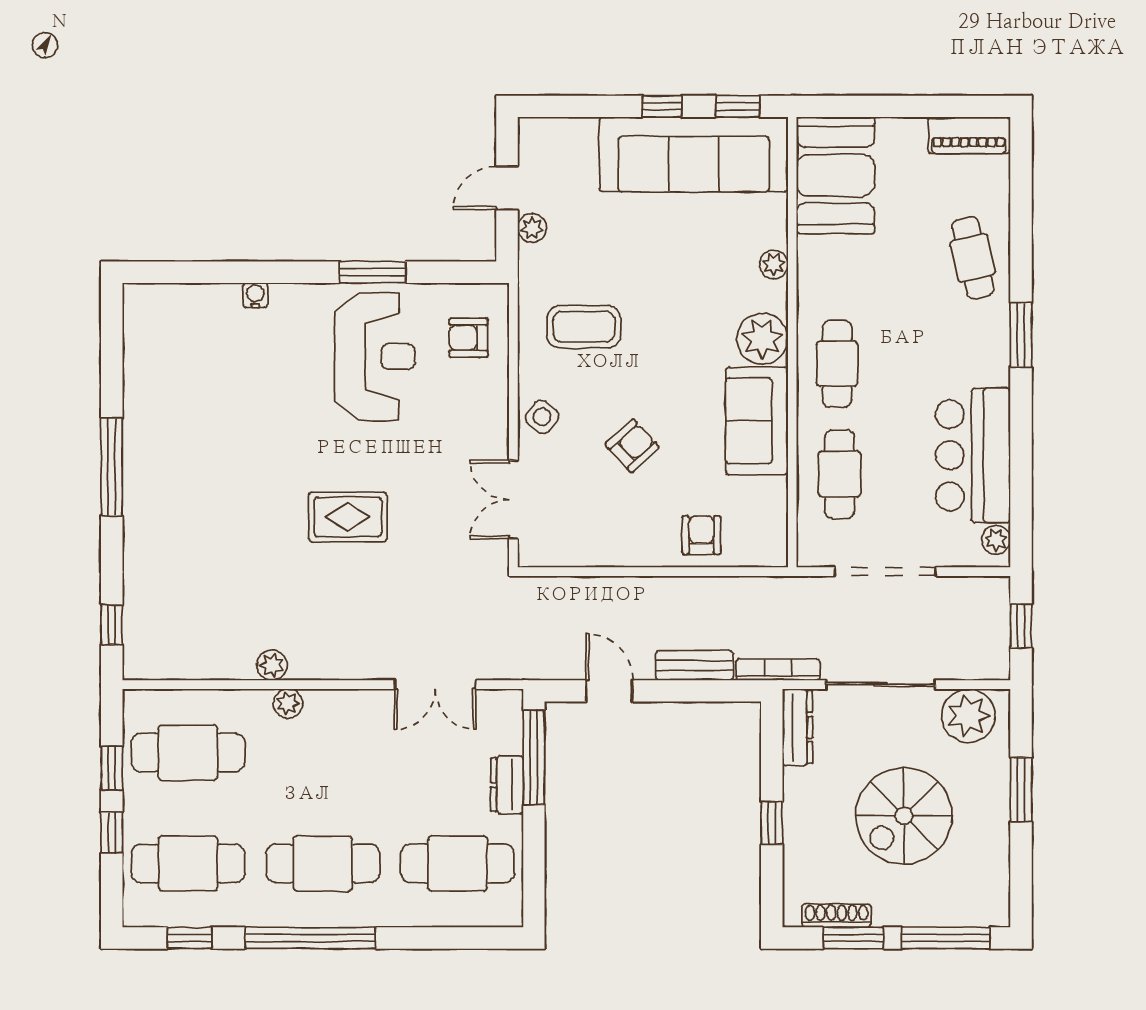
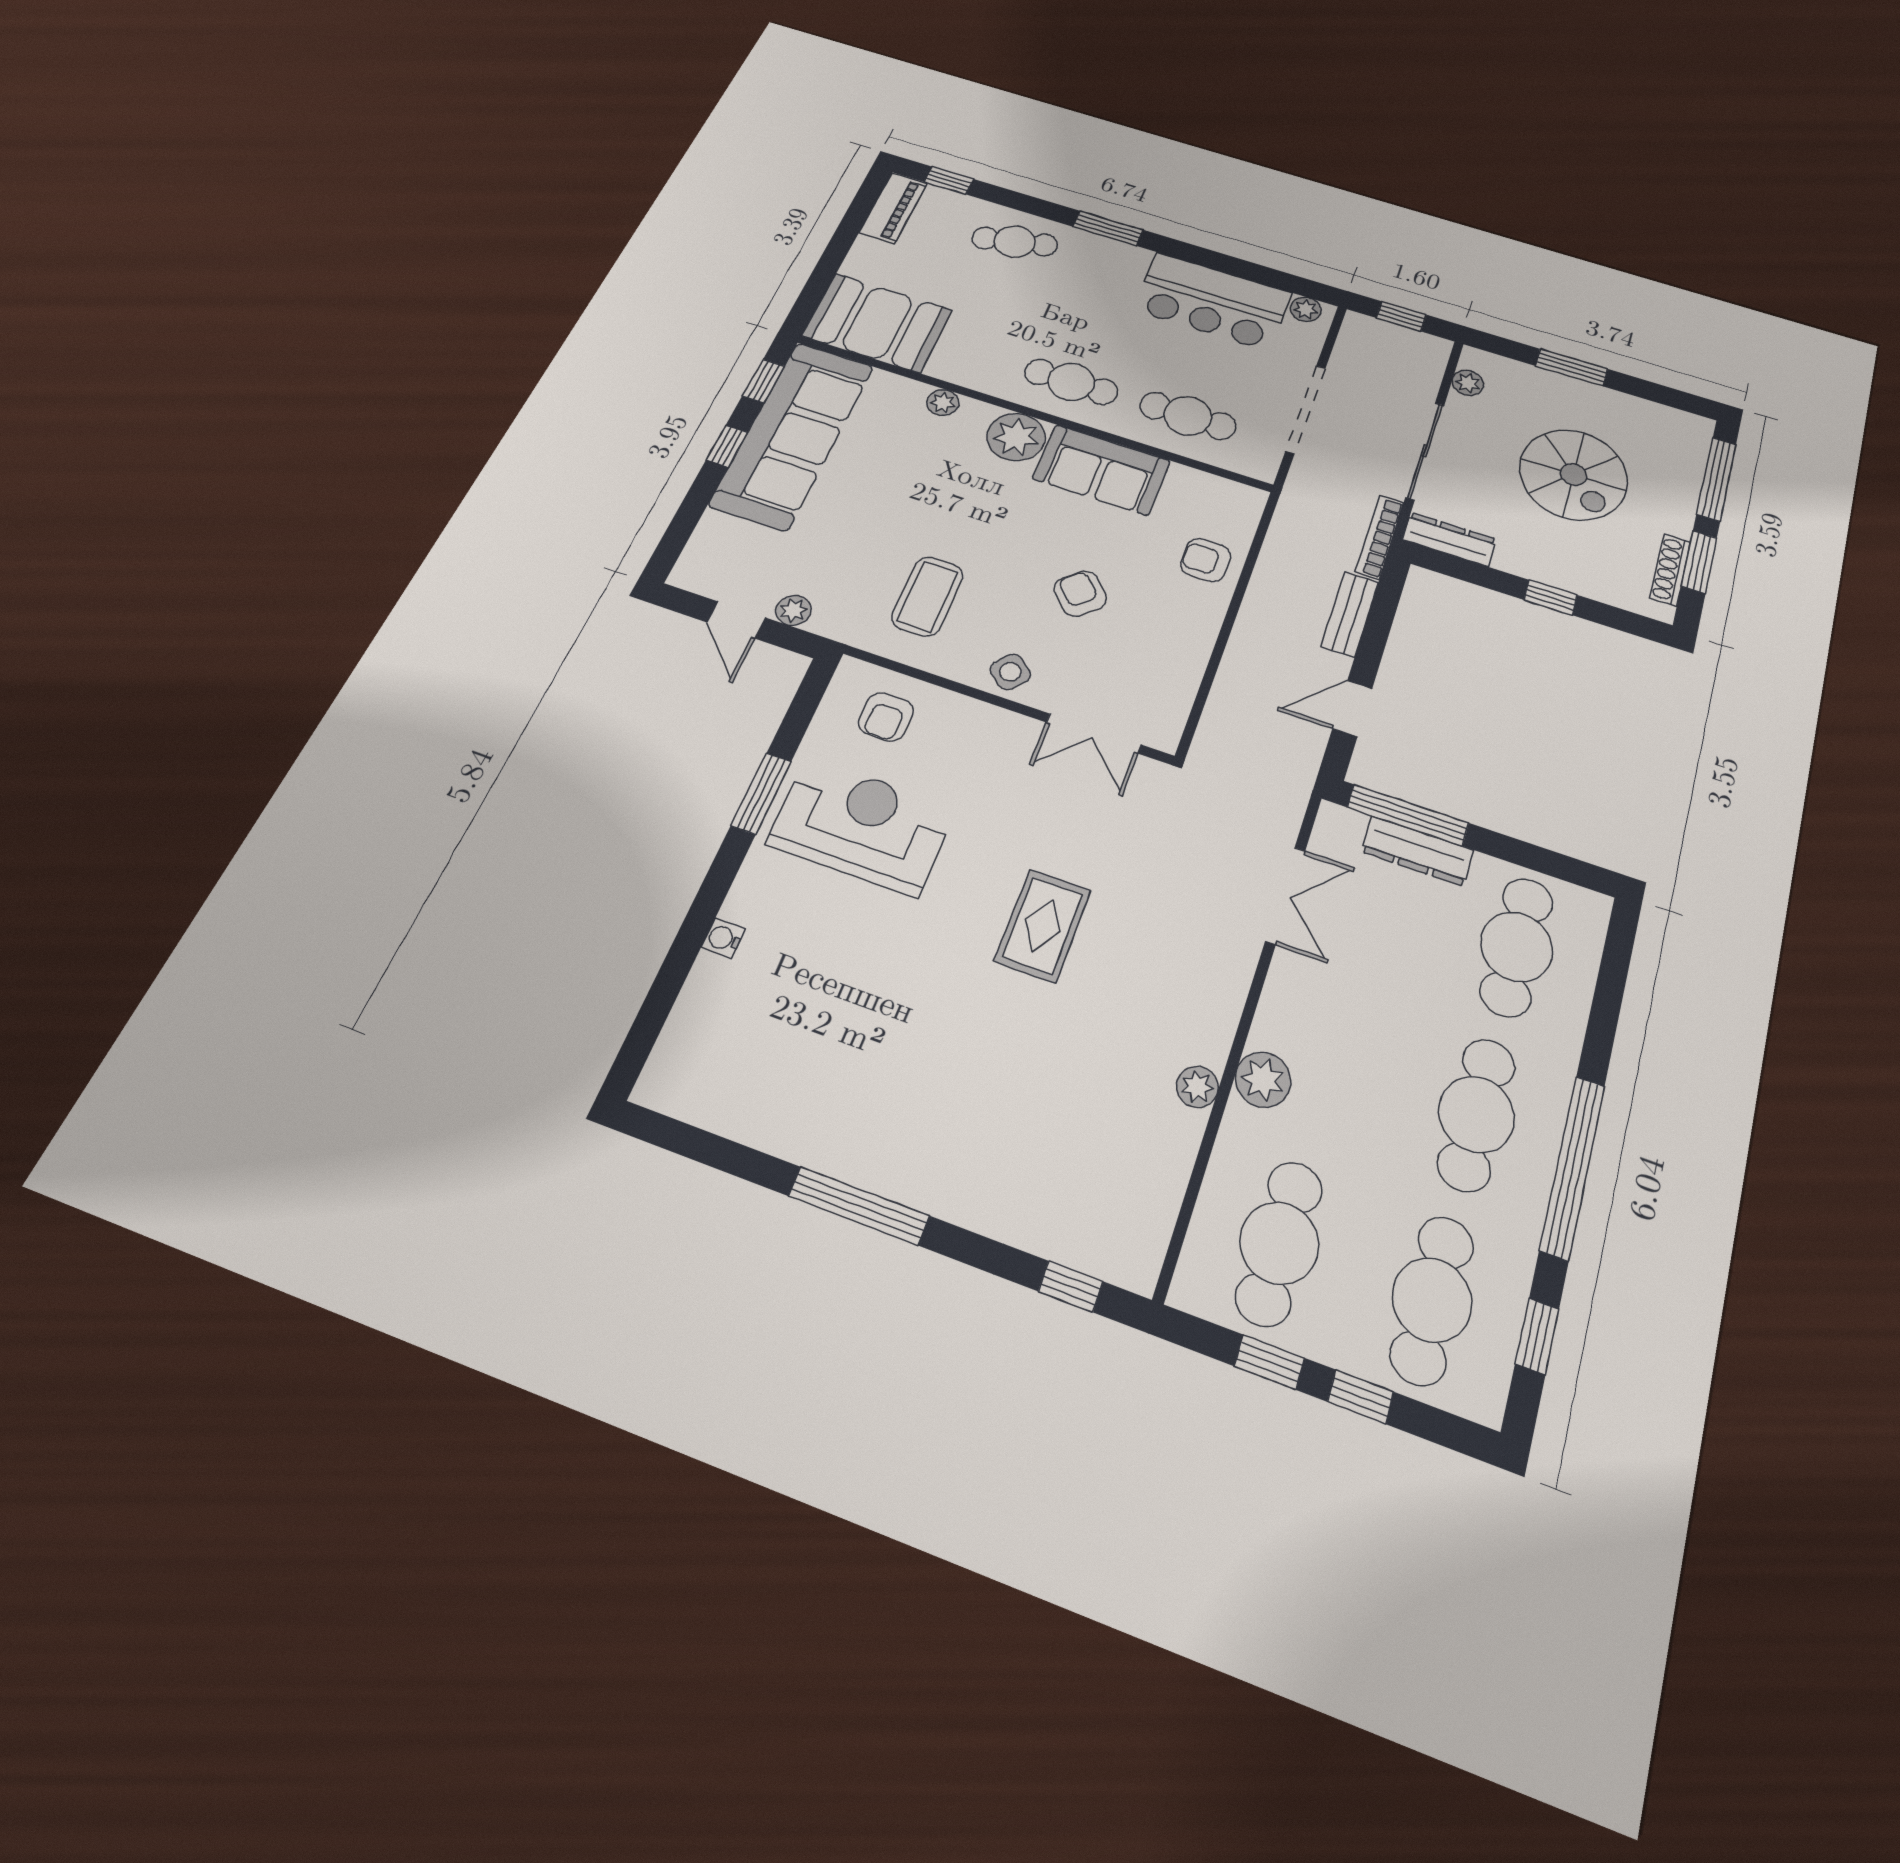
window: (1021, 171) -> (949, 181), added
plant: (288, 703) -> (1263, 1080), width x1.38, depth x1.38
plant: (968, 716) -> (1468, 383), width x0.53, depth x0.53
dresser: (507, 785) -> (1417, 851), width x1.44

